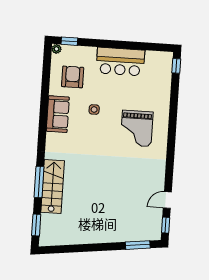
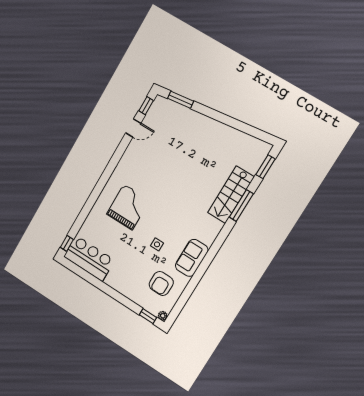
bar counter: (120, 62) -> (89, 258), moved

